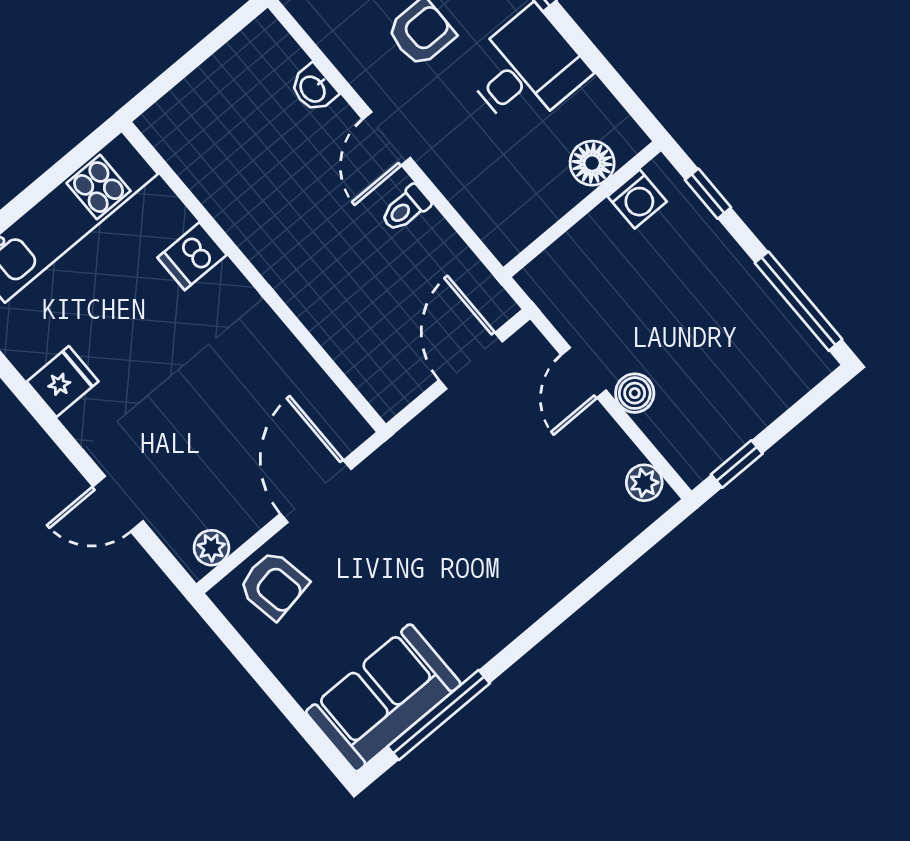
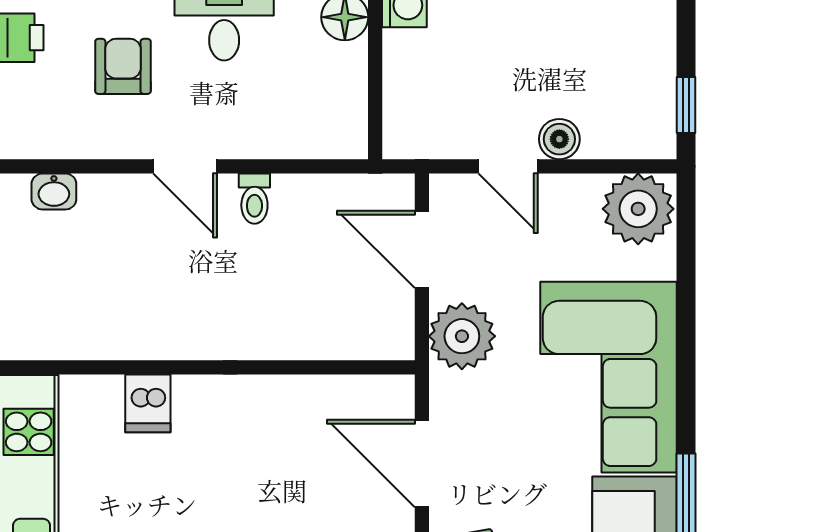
washbasin: (313, 88) -> (54, 191), moved
plant: (432, 443) -> (462, 336), added
plant: (644, 483) -> (638, 209), width x1.88, depth x1.88
corner sofa: (492, 574) -> (608, 377), added

